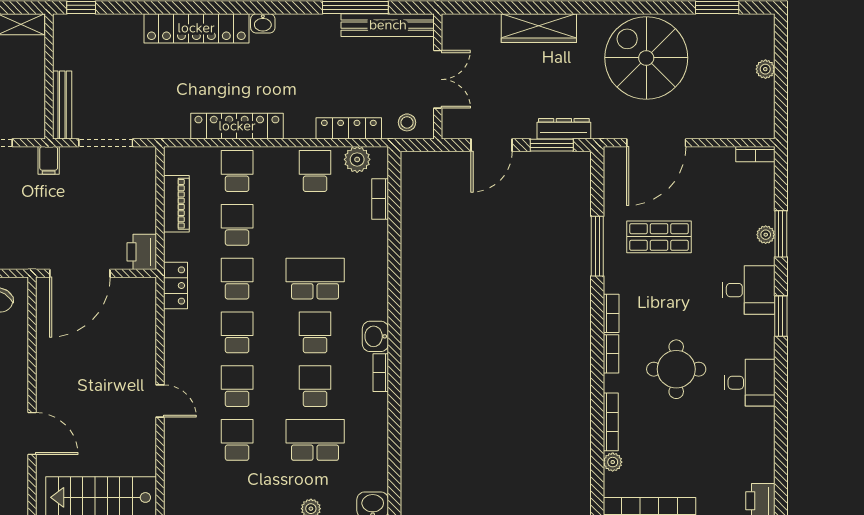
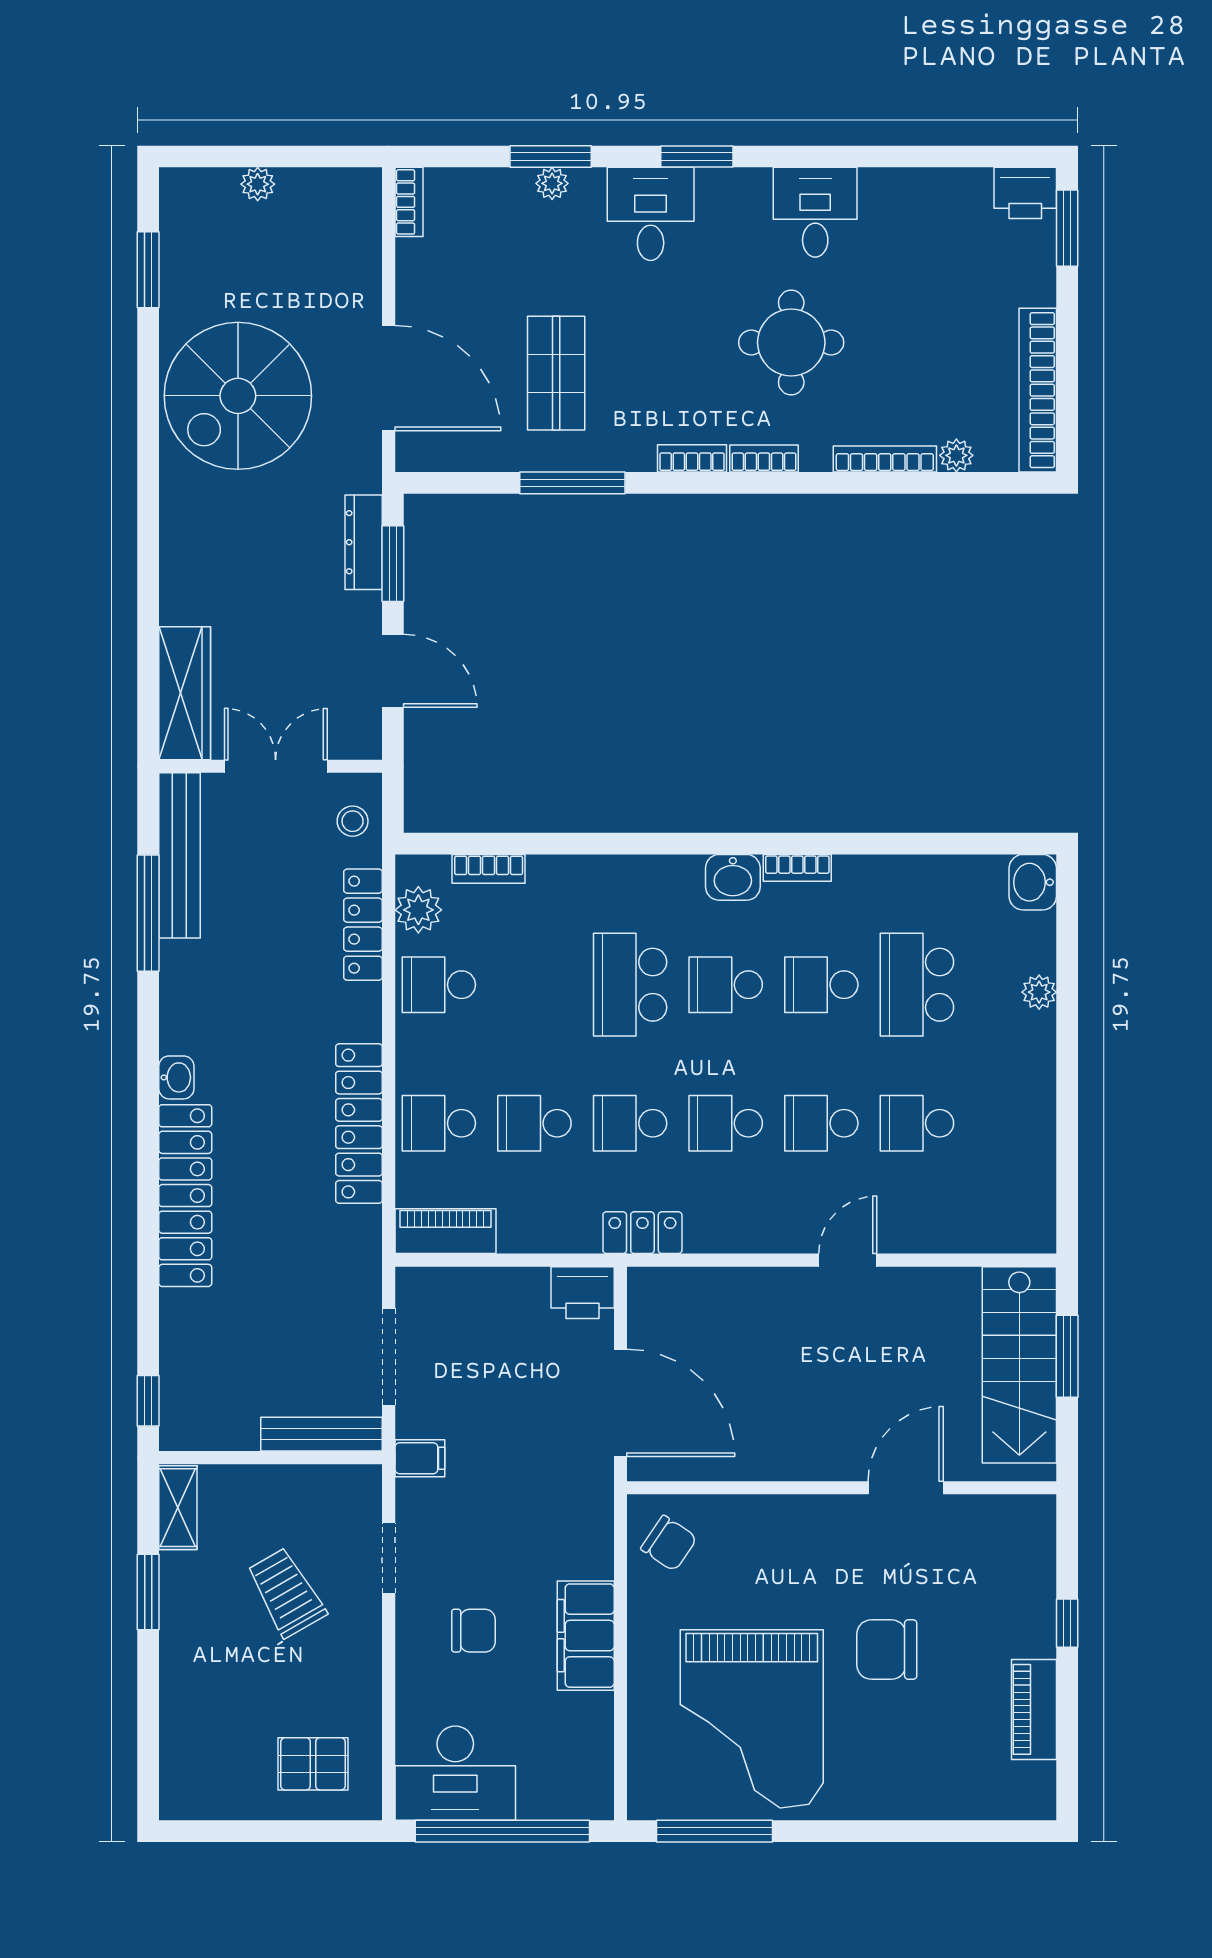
wardrobe: (539, 28) -> (185, 693), moved
piano: (176, 204) -> (446, 1231), moved

